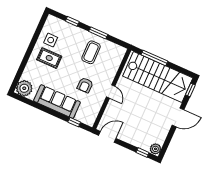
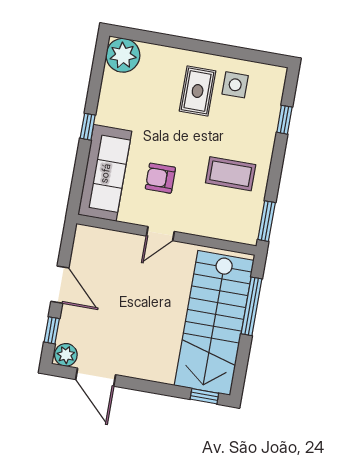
window: (98, 33) -> (267, 221), moved
sofa: (57, 102) -> (105, 173), moved
door: (178, 117) -> (96, 377), moved
window: (74, 122) -> (88, 127), moved
door: (107, 137) -> (60, 285), moved

